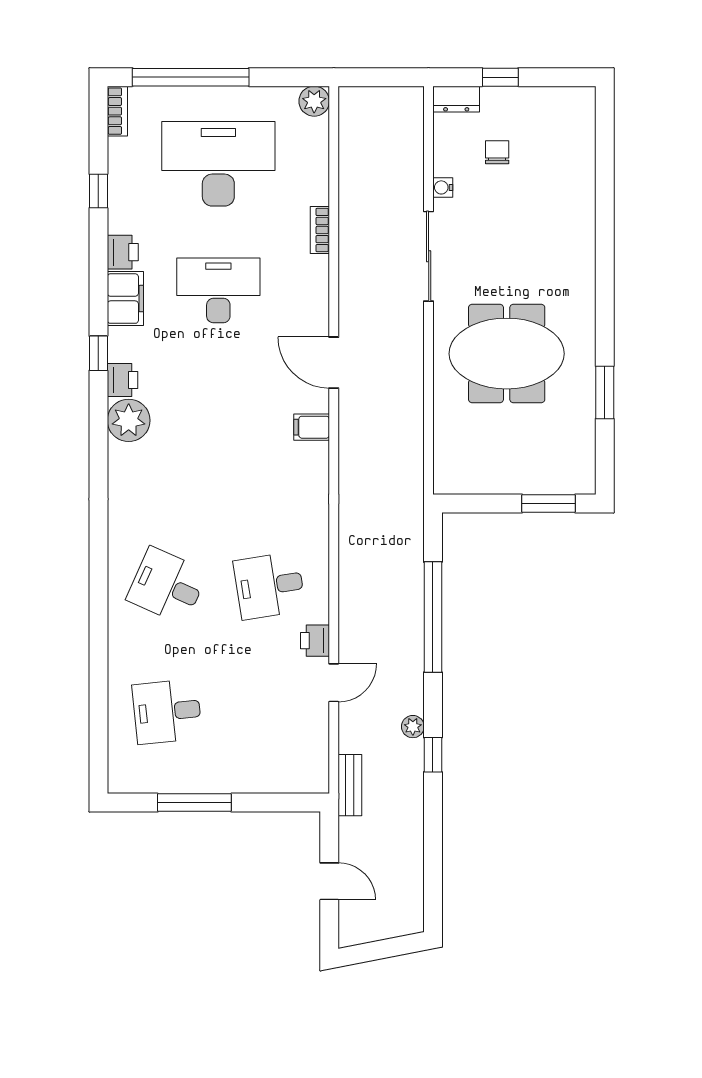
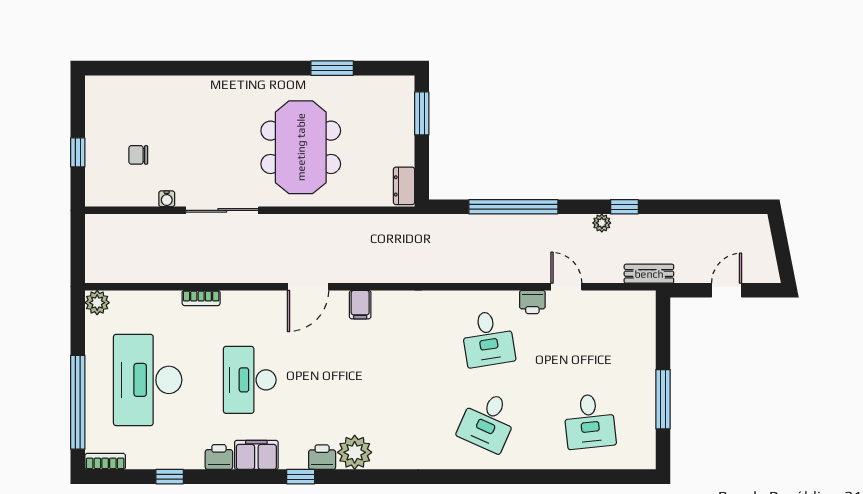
dresser: (456, 99) -> (404, 186), moved, turned 180

